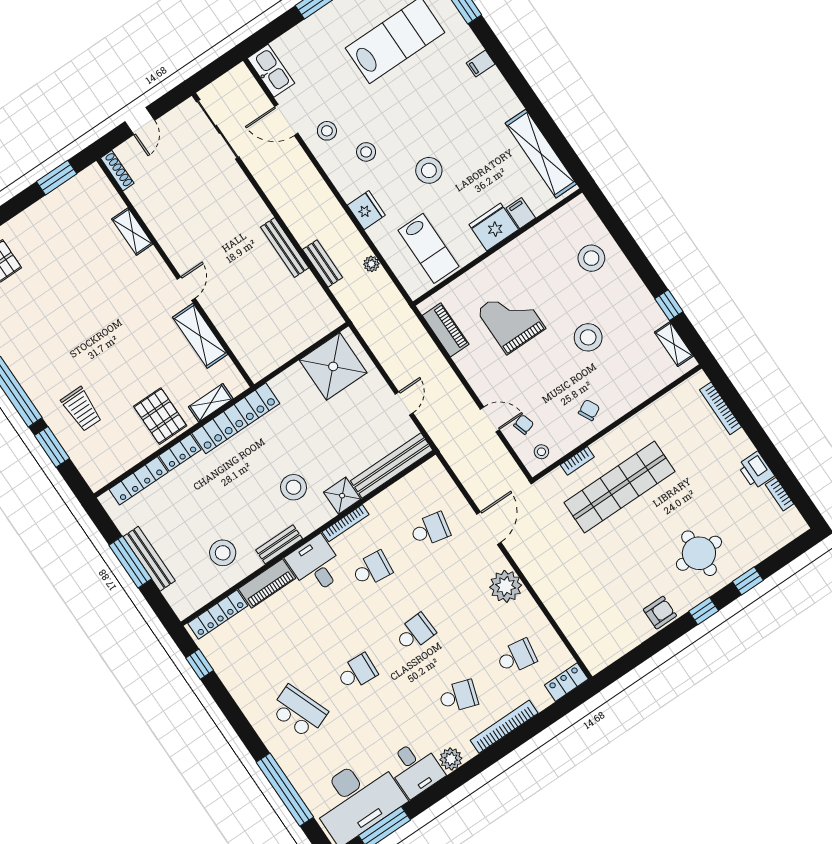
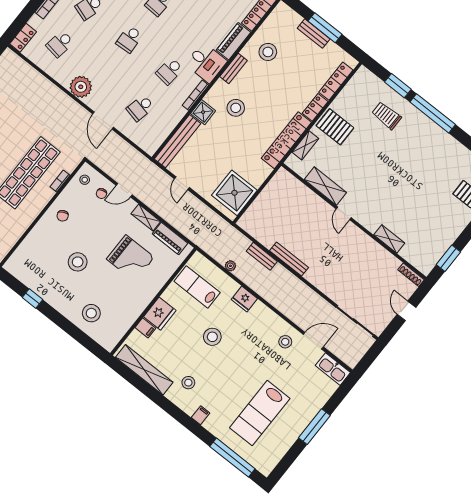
stool: (366, 152) -> (188, 383), moved
shelving: (674, 344) -> (146, 218), moved
bench: (149, 559) -> (314, 34), width x0.73

